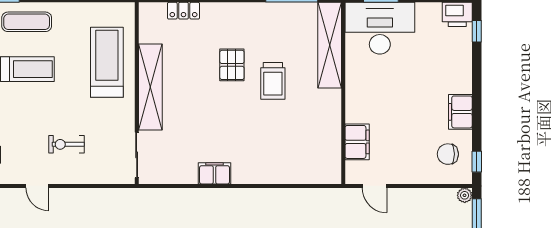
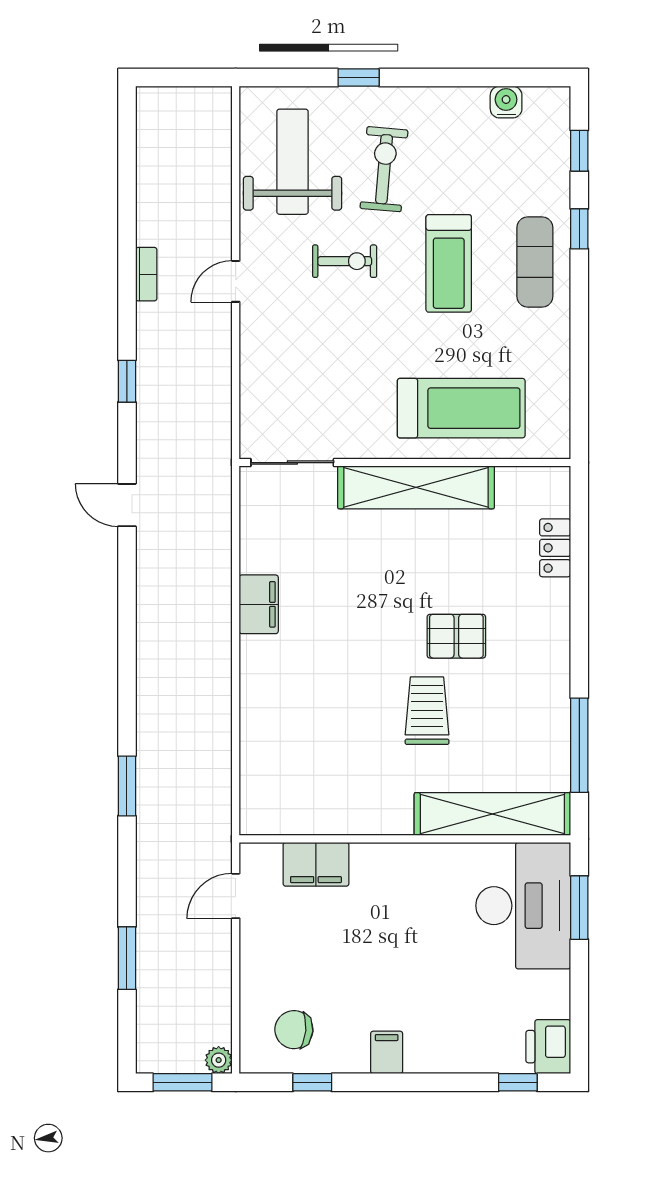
trolley: (273, 81) -> (427, 711), turned 90
filing cabinet: (460, 112) -> (387, 1052), width x0.50
exercise bike: (67, 144) -> (345, 261), moved, turned 90
chair: (448, 154) -> (294, 1030), turned -85
window: (477, 162) -> (312, 1082), moved

